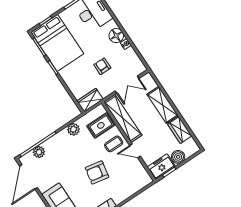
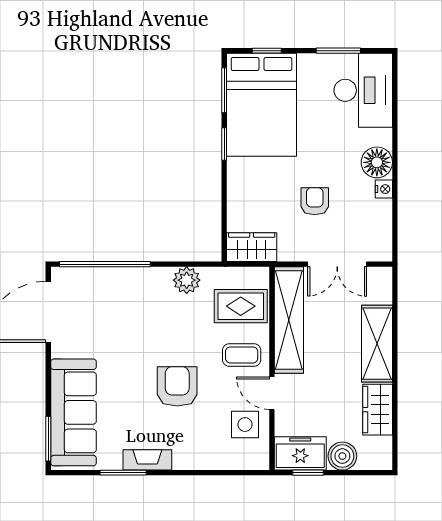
plant: (39, 152) -> (97, 280), removed
side table: (133, 170) -> (245, 425), added
armchair: (97, 172) -> (177, 386), turned 79

